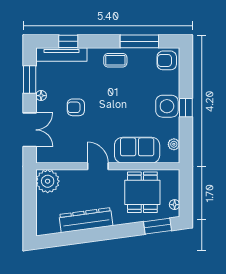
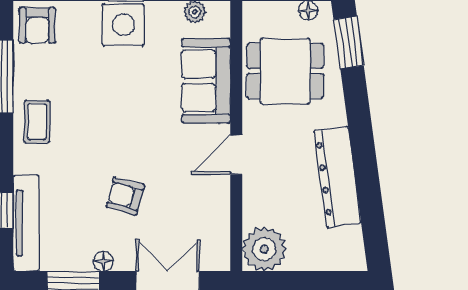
armchair: (76, 107) -> (125, 196), turned 105

